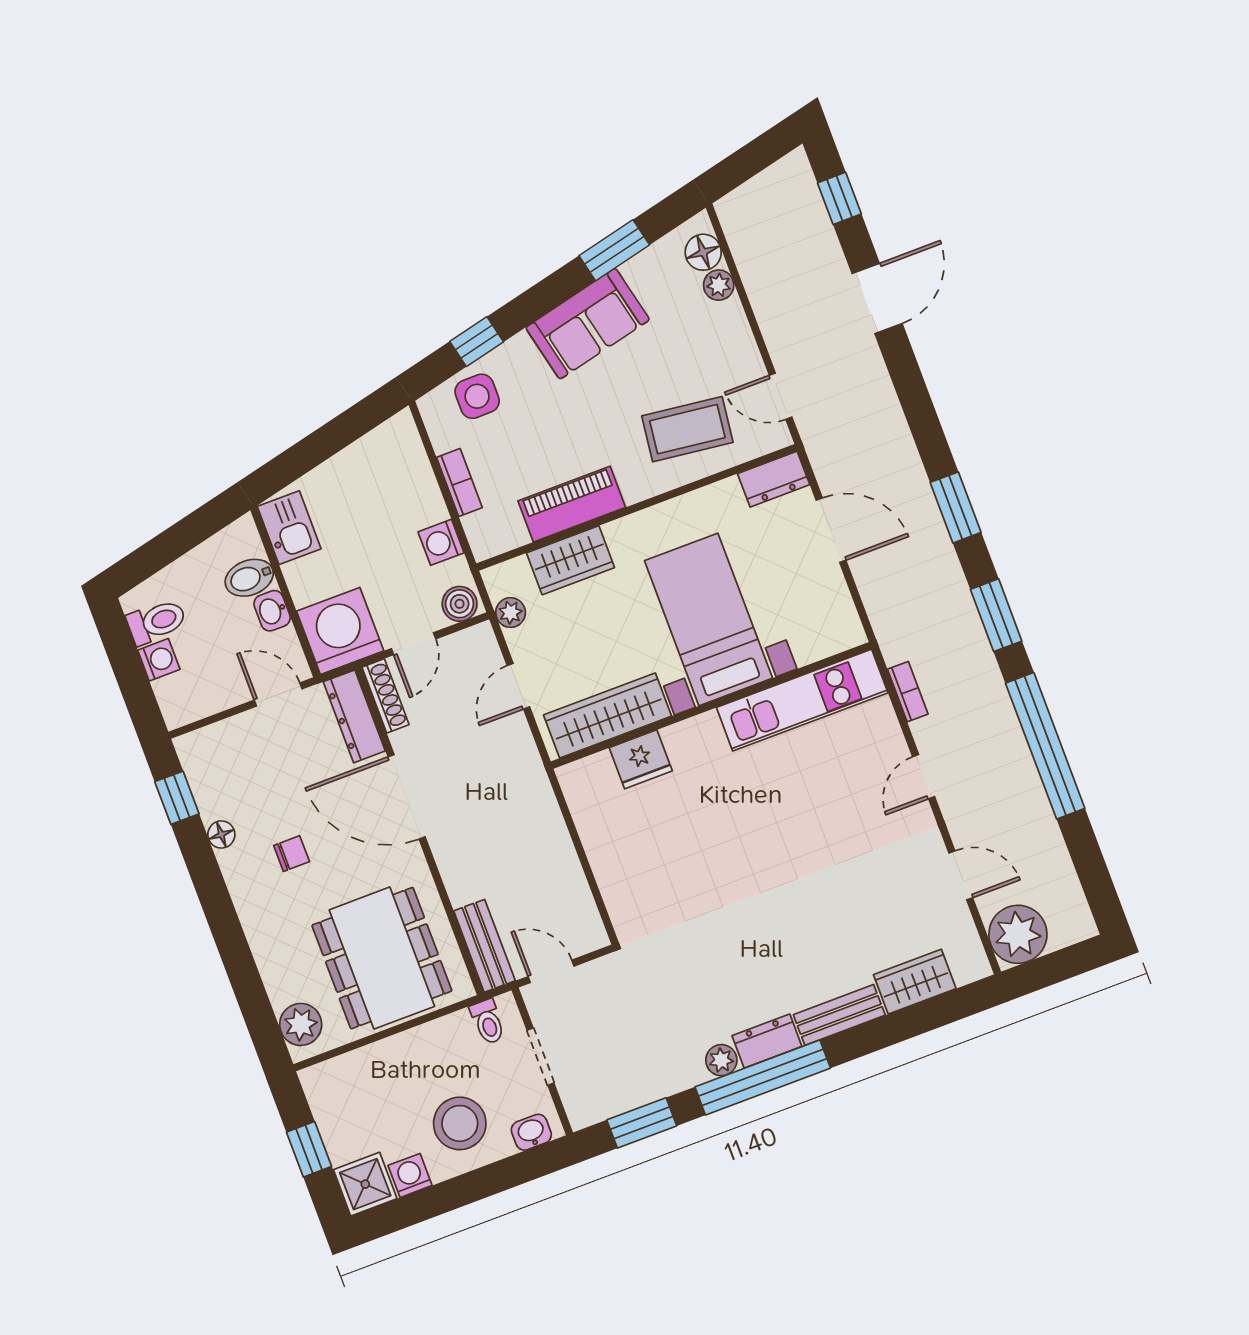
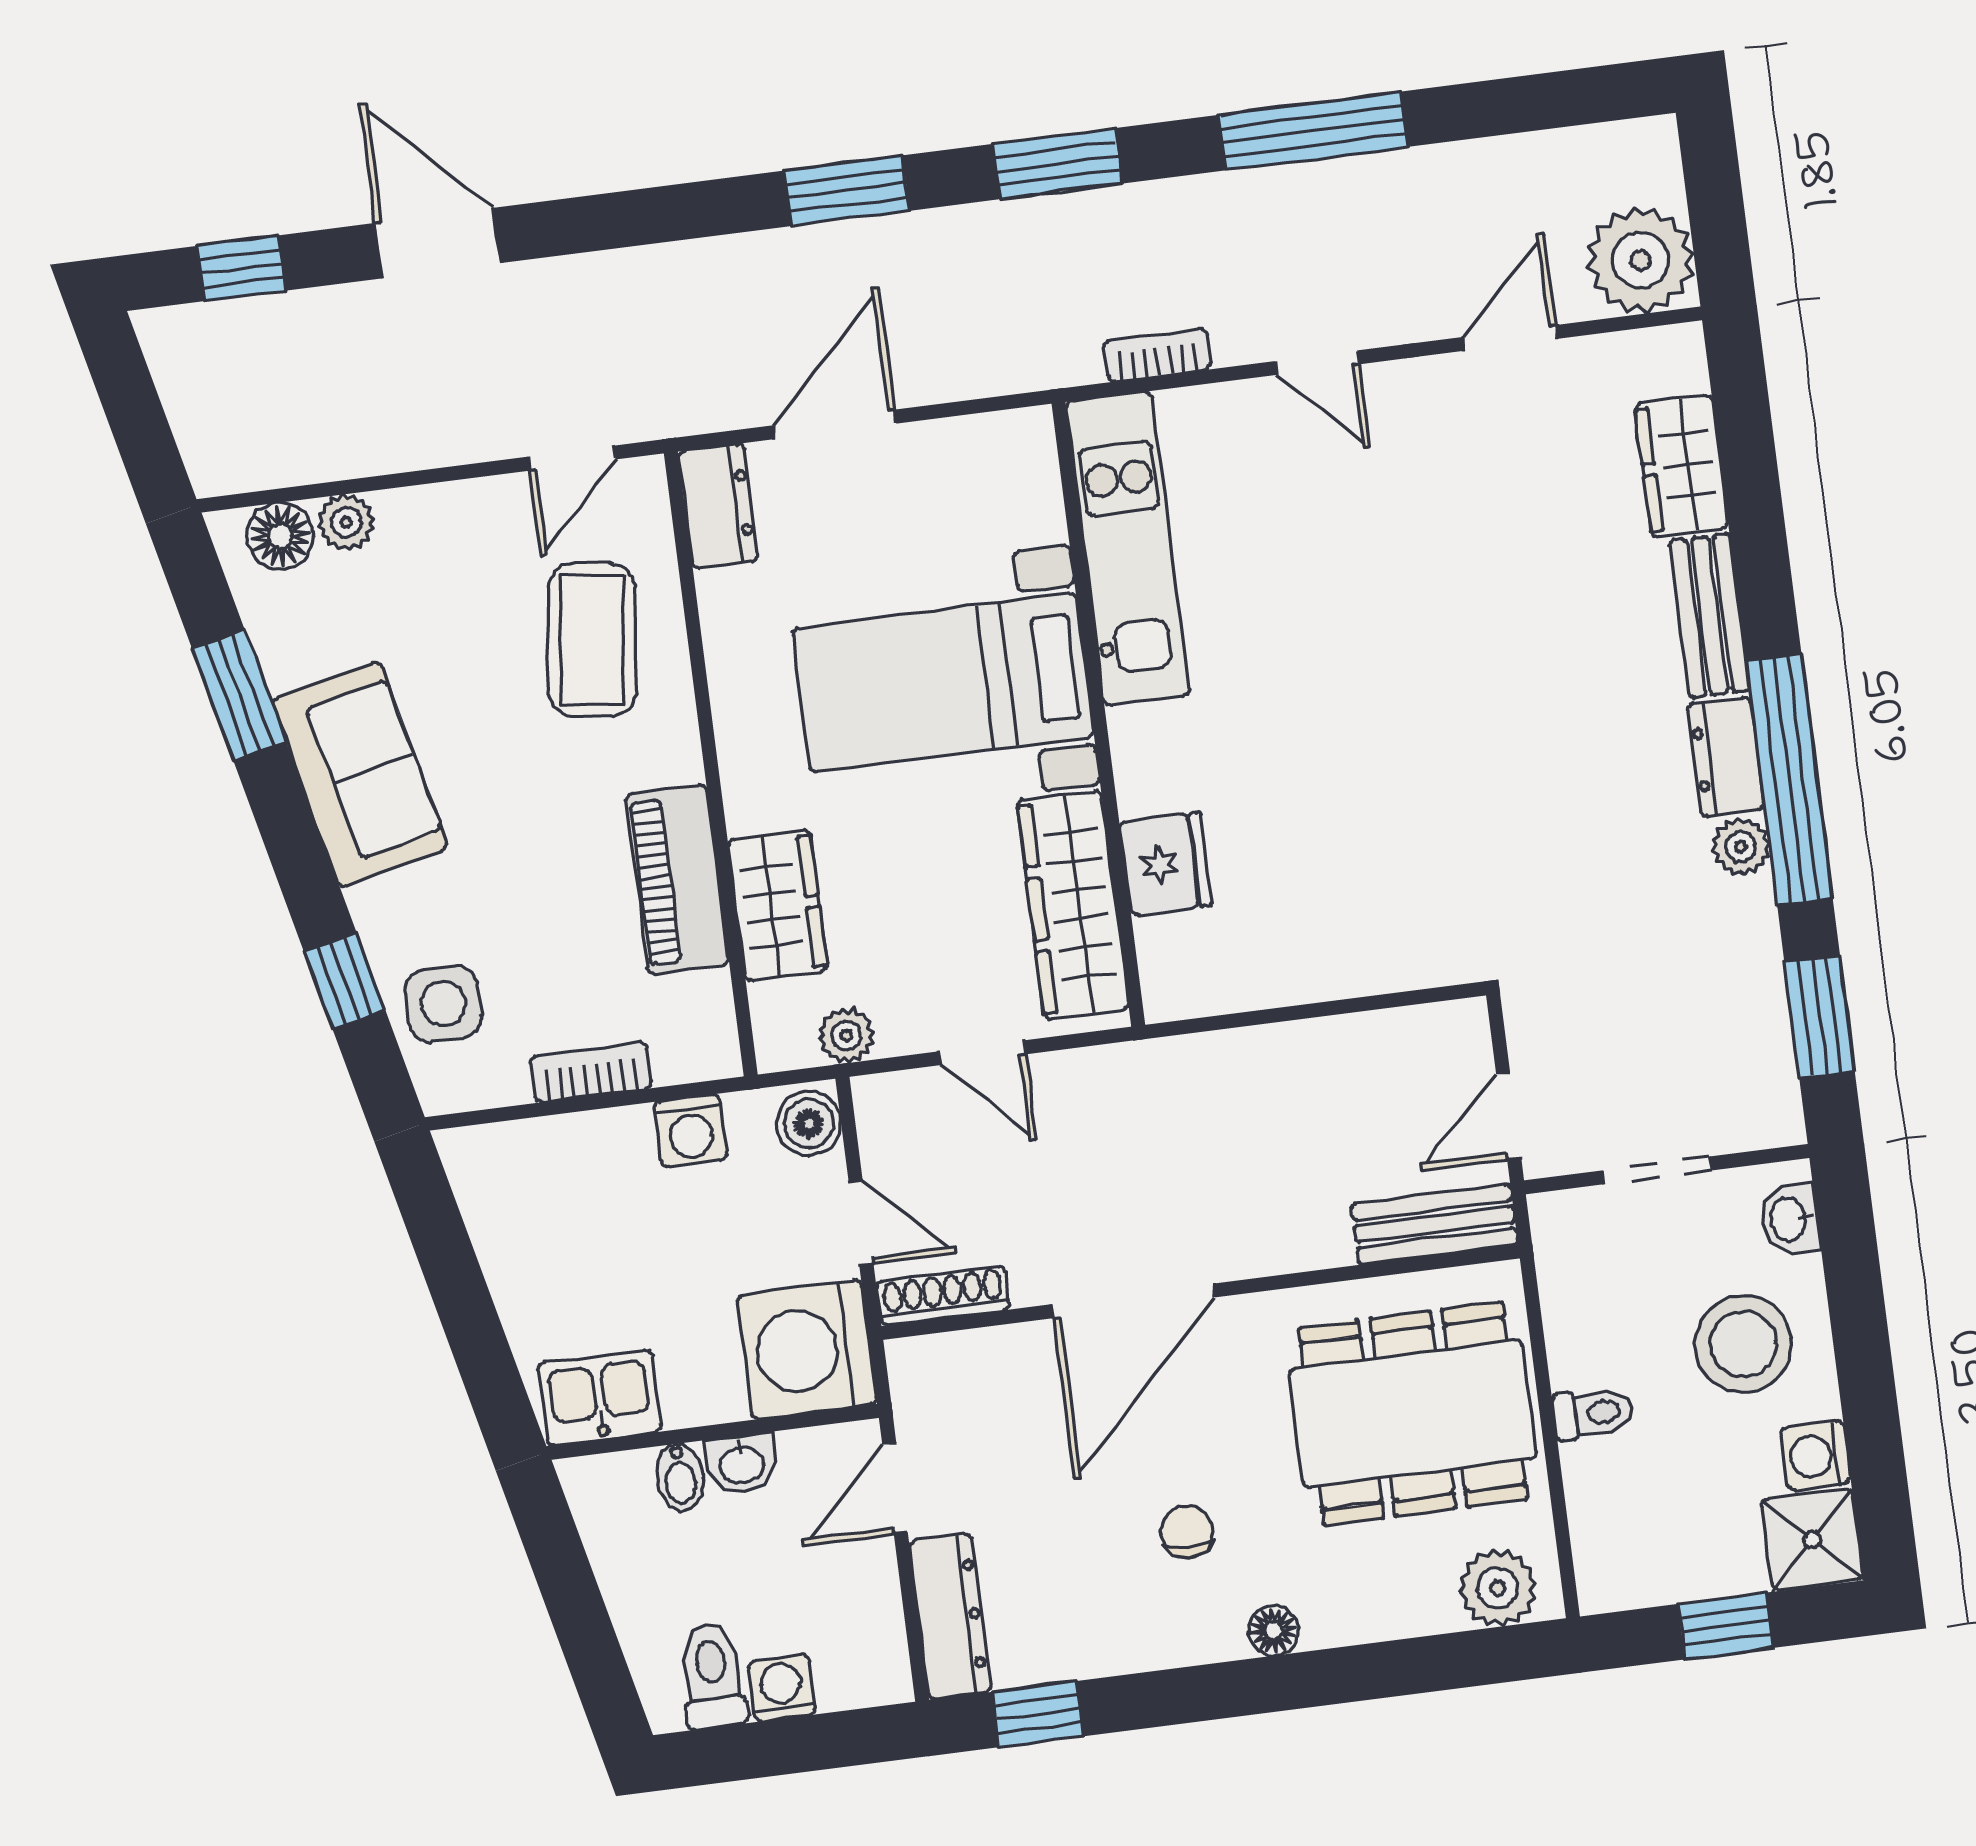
bidet: (249, 578) -> (680, 1477), width x0.72, depth x0.74
dresser: (354, 716) -> (950, 1616), moved, turned -90
window: (1045, 746) -> (1313, 131), width x0.68
floor lamp: (221, 834) -> (1273, 1631), moved
toilet: (488, 1022) -> (1593, 1413), moved

